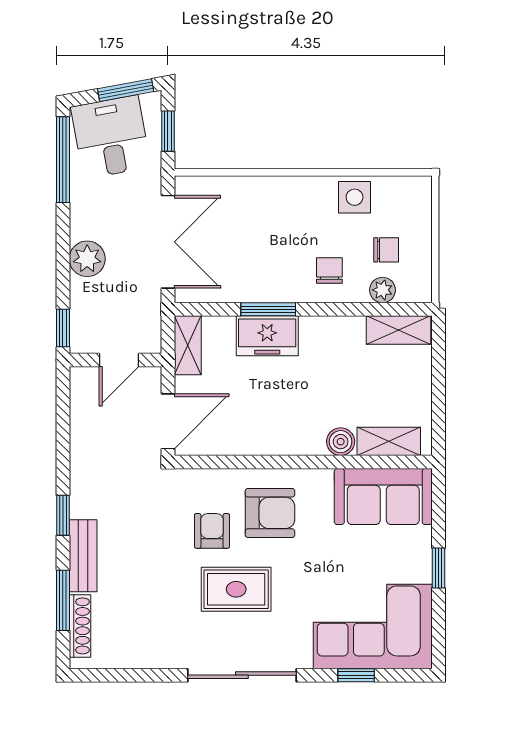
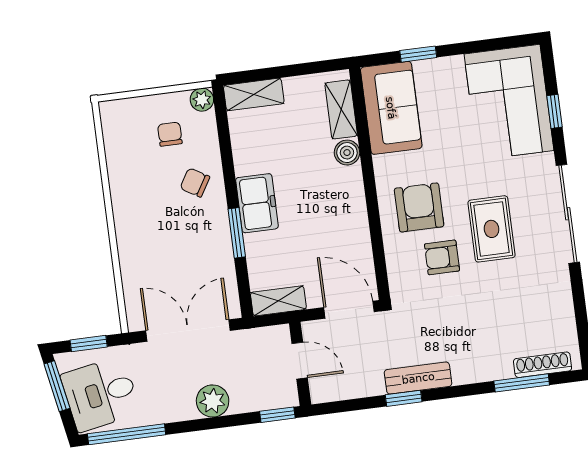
side table: (355, 197) -> (126, 168), removed
chair: (329, 271) -> (195, 183), turned 31
plant: (382, 290) -> (202, 100), moved
shelving: (398, 330) -> (254, 94), moved, turned 90
freezer: (267, 336) -> (257, 203), moved
window: (63, 515) -> (404, 398), moved
bench: (83, 556) -> (418, 378), moved
window: (438, 568) -> (418, 54), moved

